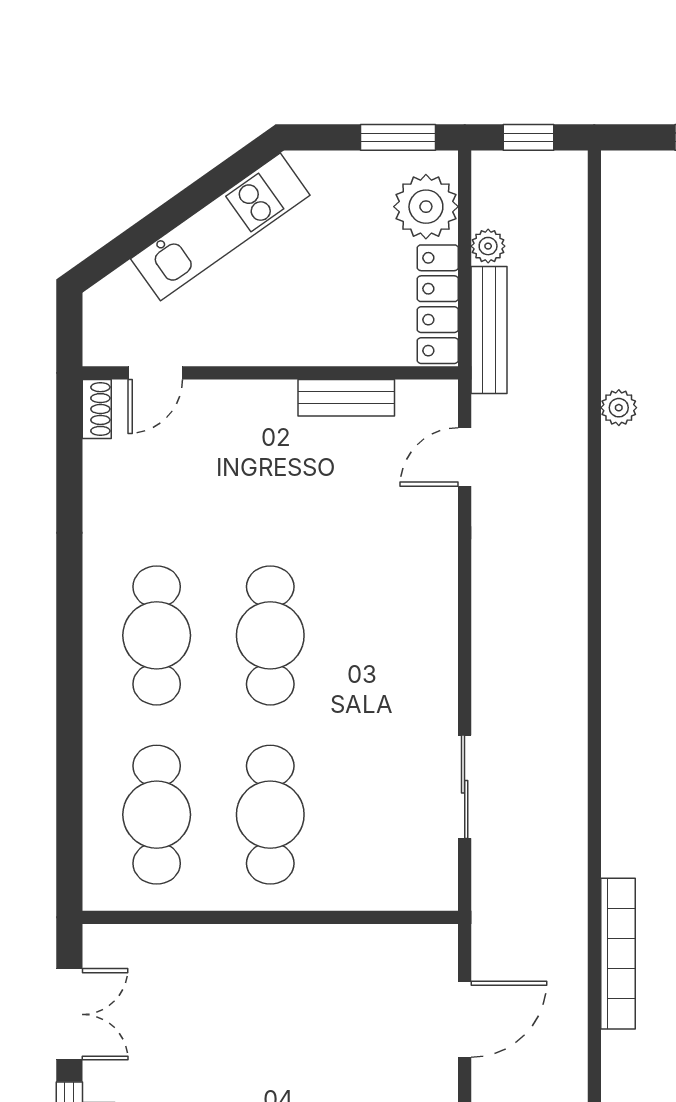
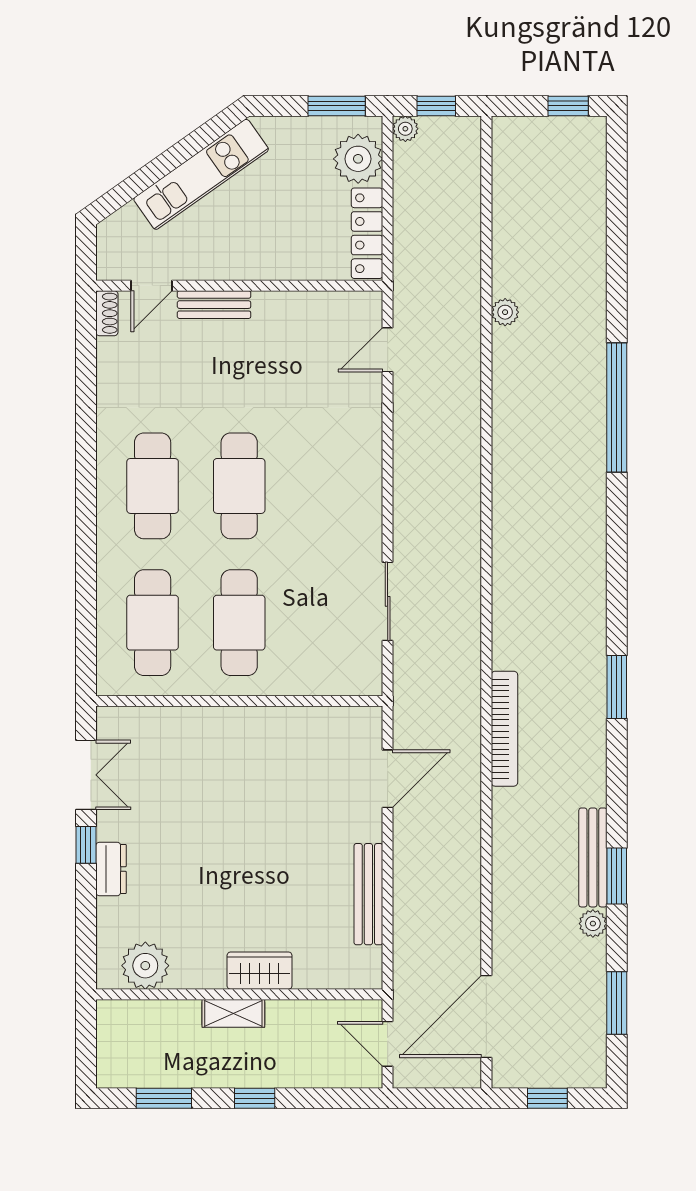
plant: (488, 246) -> (405, 129), moved
bench: (489, 330) -> (406, 253), removed
bench: (346, 398) -> (214, 305), moved

